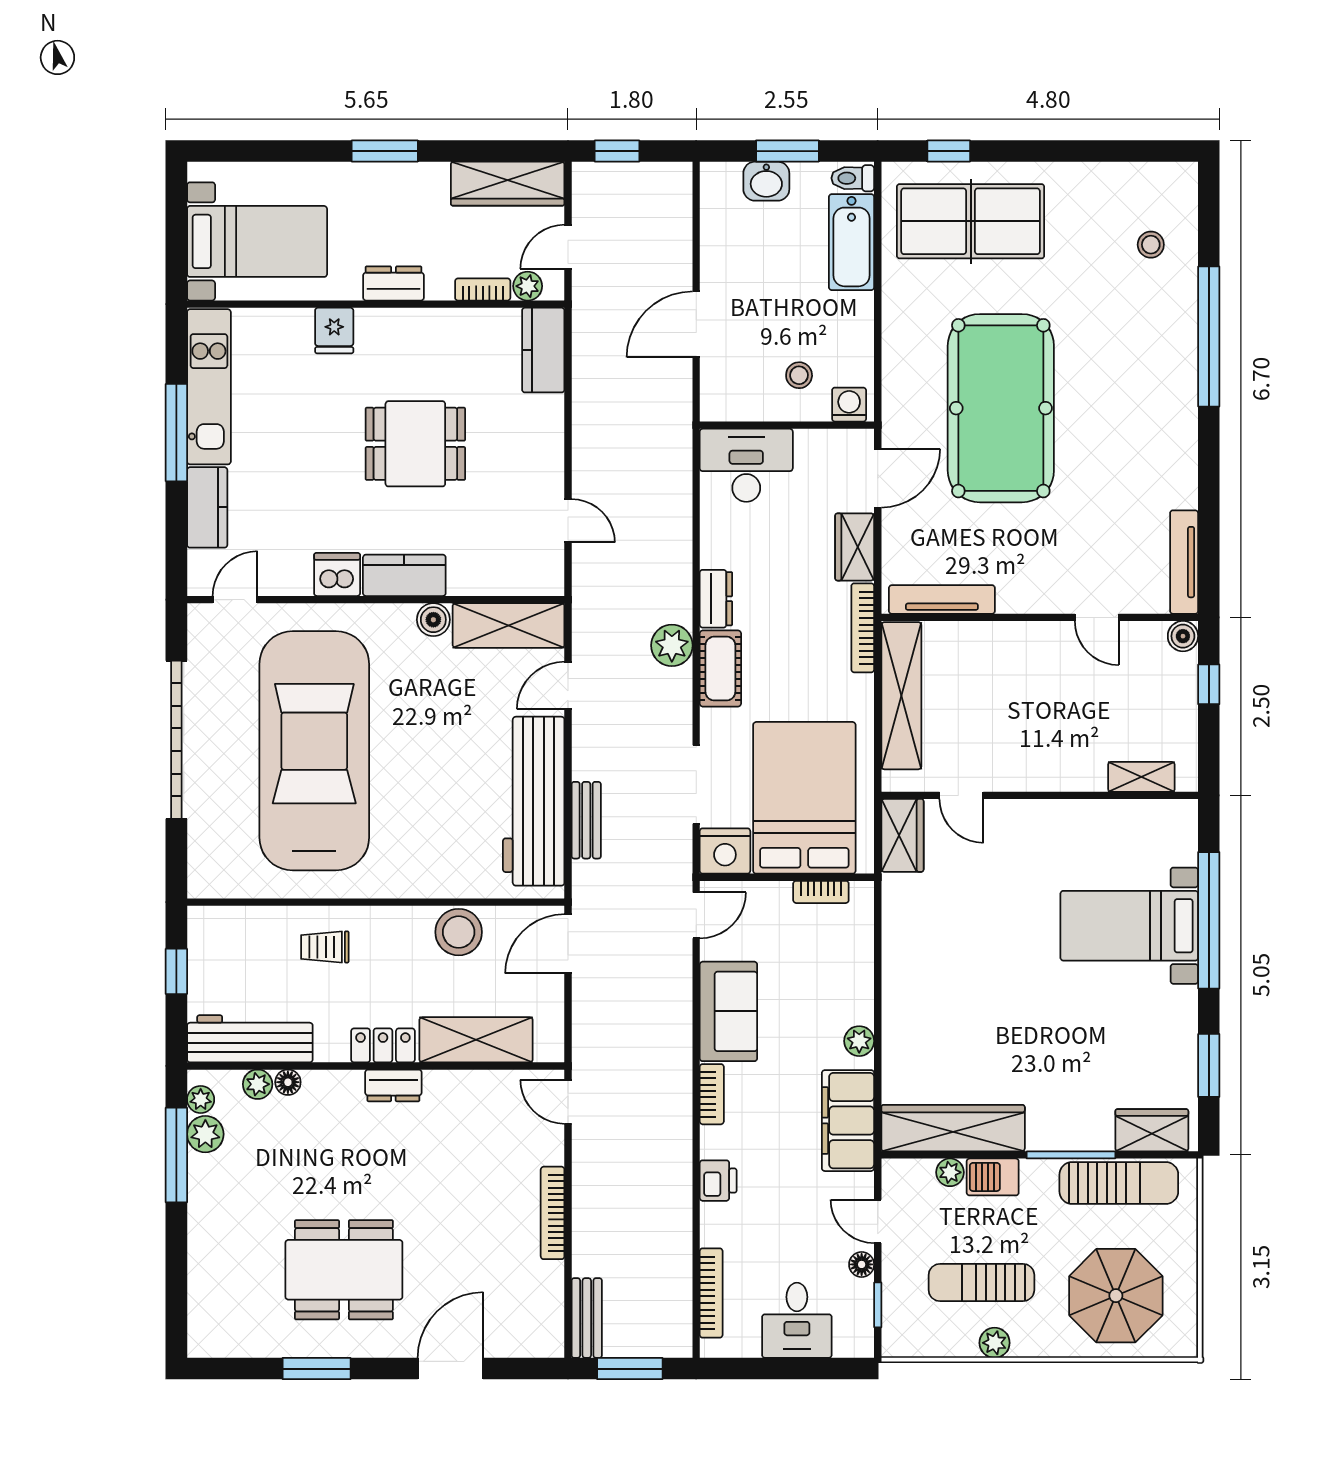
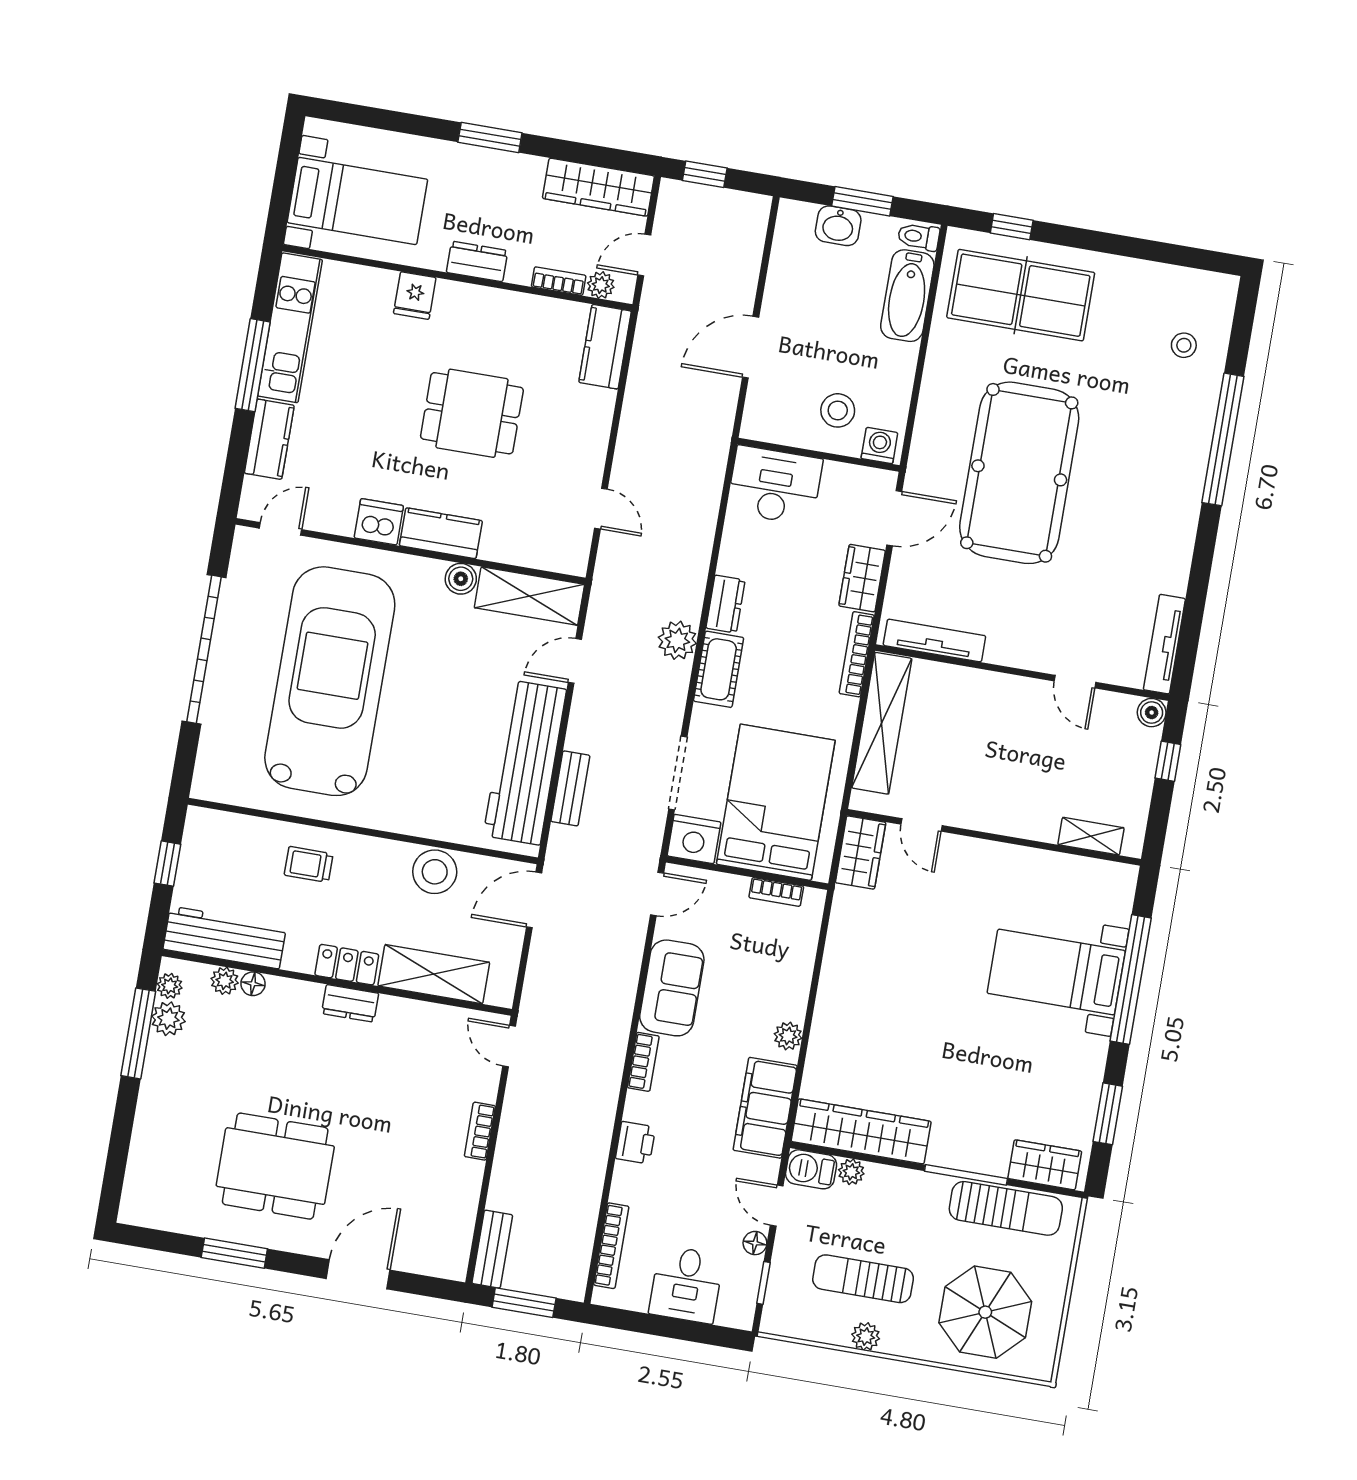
stool: (799, 375) -> (838, 410), width x1.37, depth x1.37
barbecue: (993, 1177) -> (811, 1169), moved
bookcase: (553, 1213) -> (480, 1131), width x0.64

